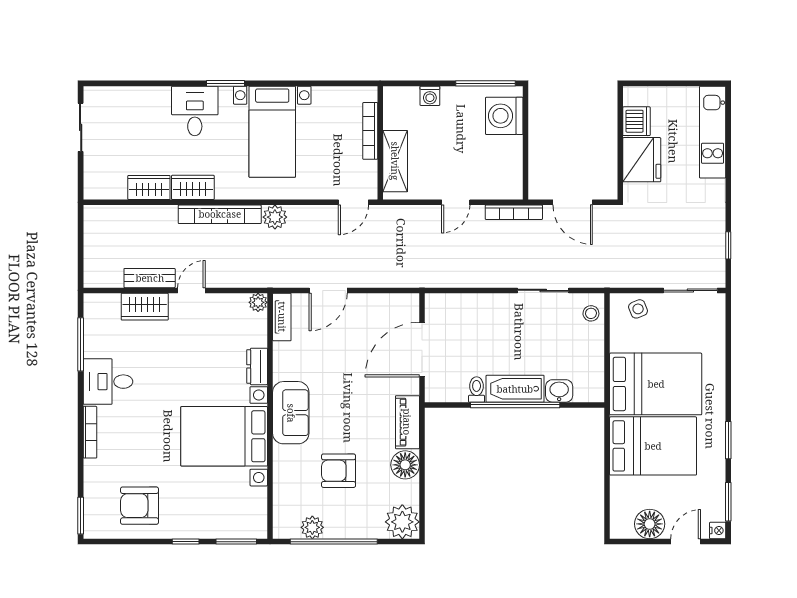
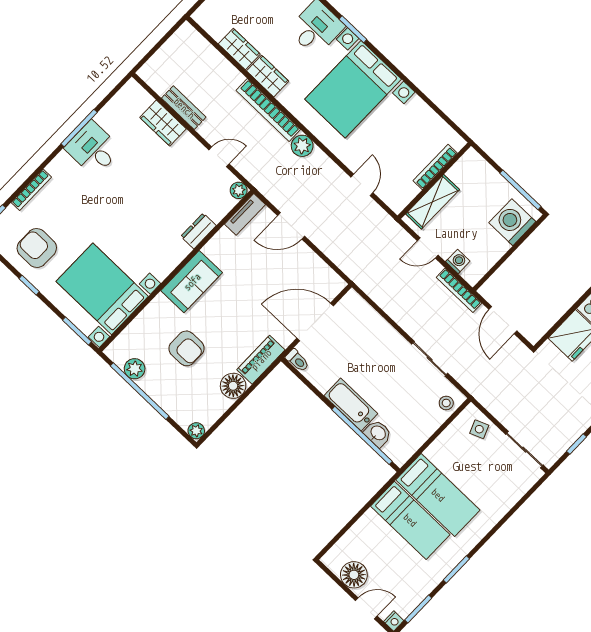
washing machine: (430, 96) -> (458, 261), moved, turned 180
bookcase: (370, 131) -> (435, 167), moved
bed with nightstands: (272, 132) -> (353, 89), width x1.36
wall: (380, 143) -> (434, 181), moved
shelving: (395, 161) -> (433, 202), moved
door: (353, 202) -> (362, 185), swing flipped
door: (191, 290) -> (219, 157), moved
window: (81, 344) -> (79, 128), moved
bed: (656, 384) -> (438, 495), width x0.67
toilet: (477, 390) -> (297, 360), moved, turned 90
window: (515, 405) -> (362, 435), moved
bookcase: (90, 432) -> (31, 190), moved
bed with nightstands: (224, 436) -> (102, 289), moved
bed: (653, 446) -> (410, 520), width x0.67
armchair: (339, 471) -> (187, 348), turned 180
plant: (402, 522) -> (196, 431), width x0.53, depth x0.53
window: (186, 542) -> (29, 285), moved

